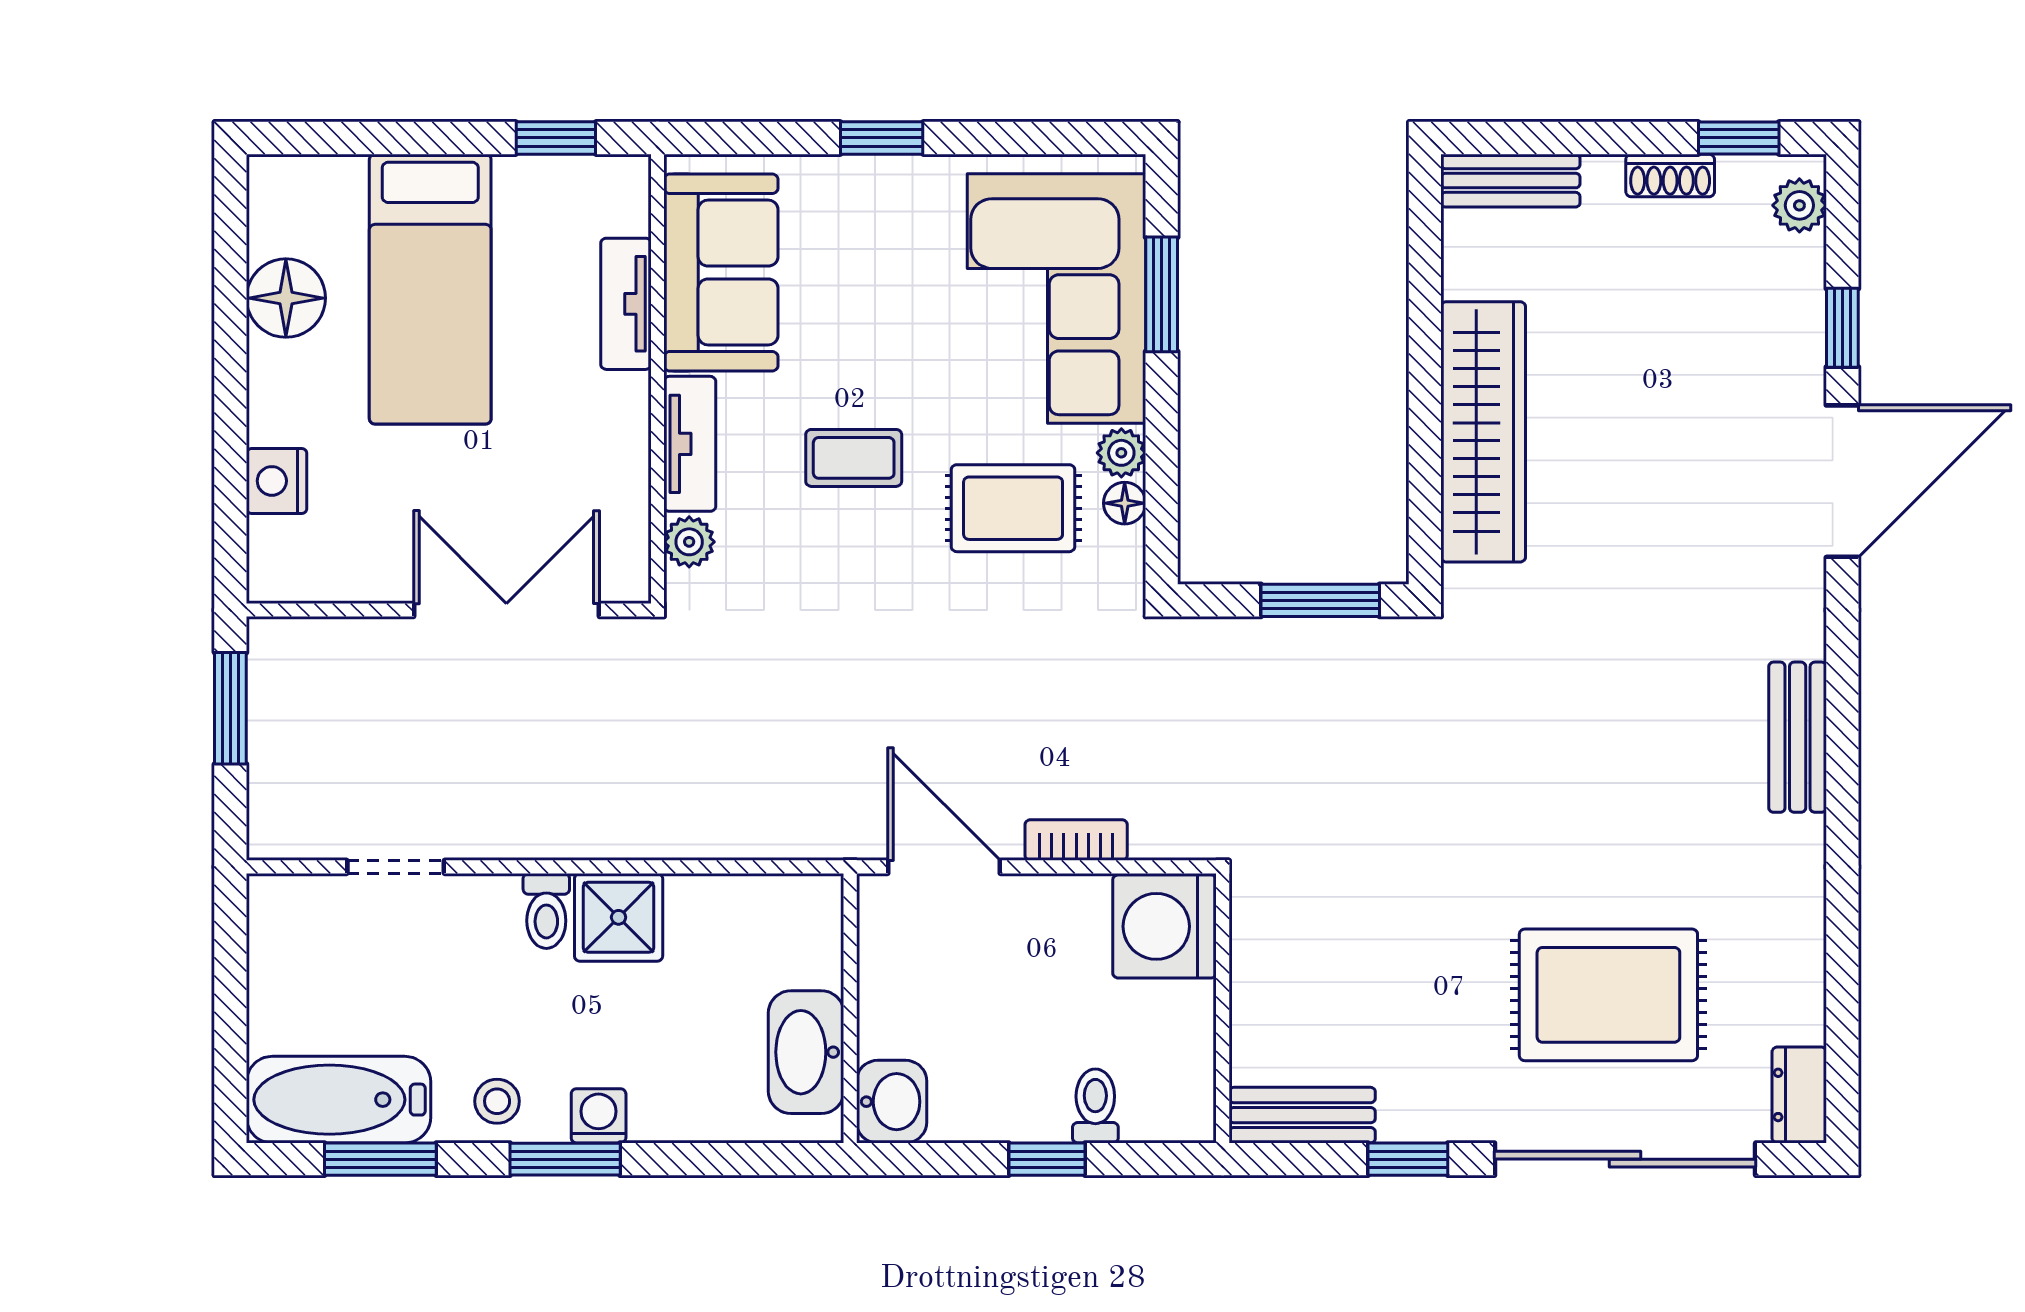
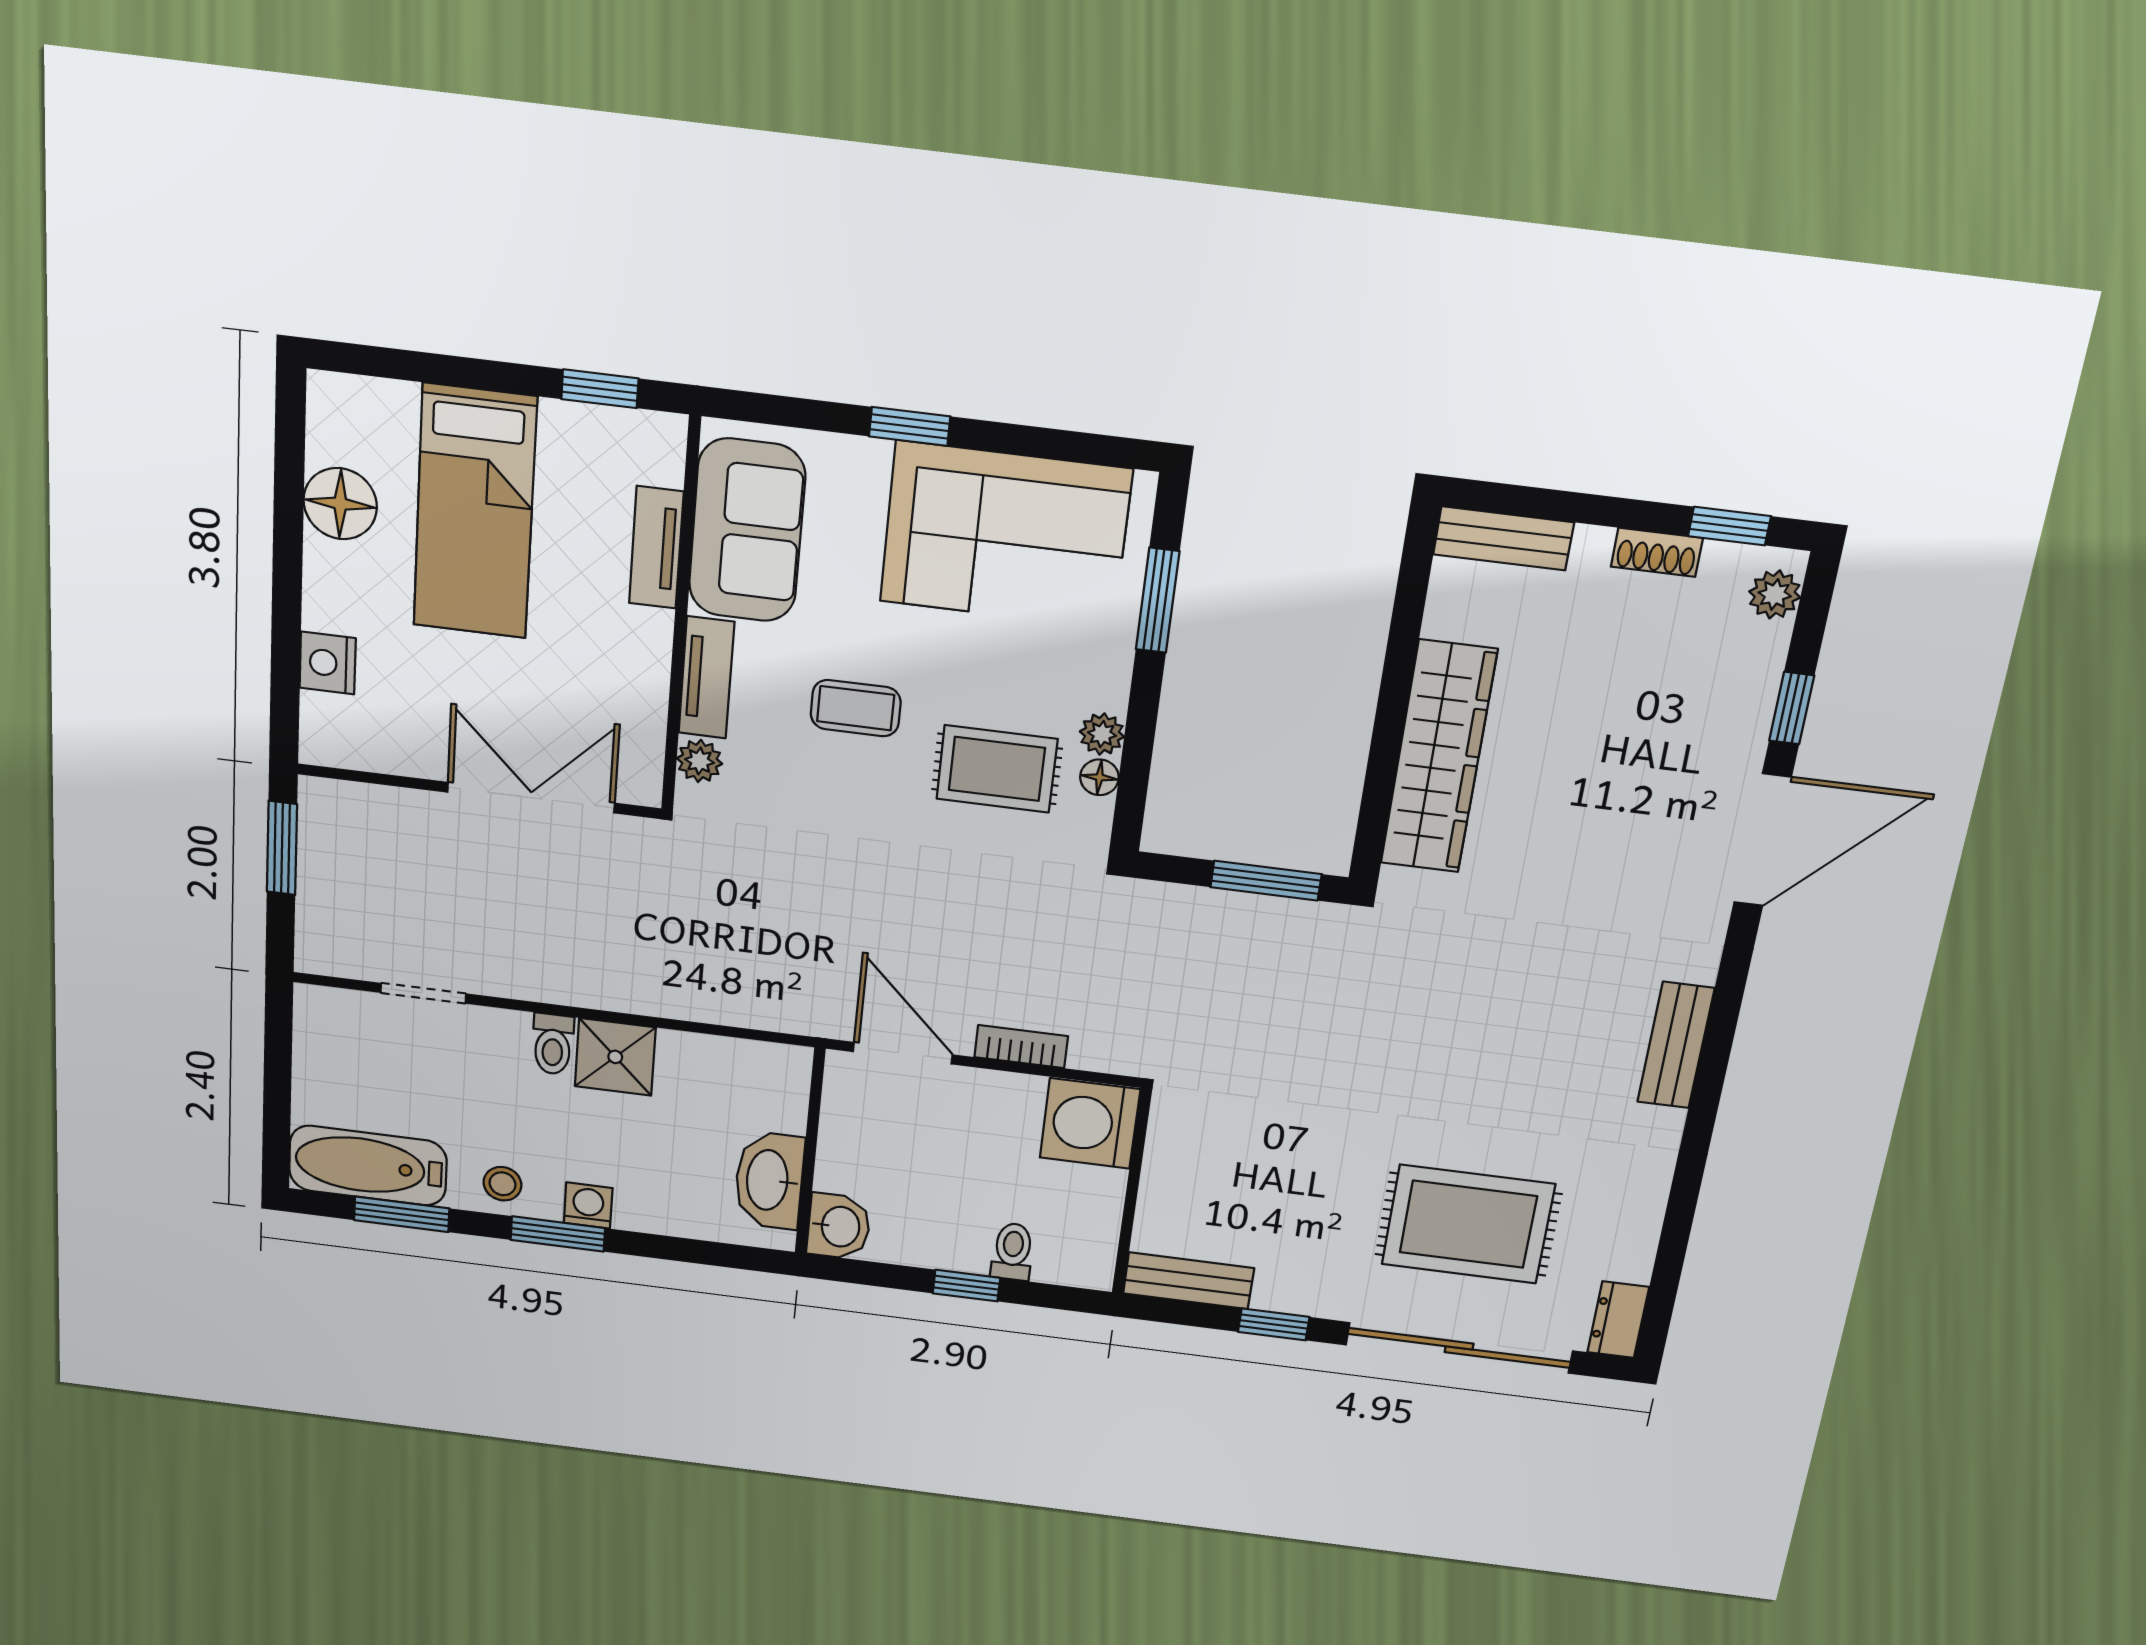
corner sofa: (1056, 299) -> (1005, 535), moved, turned -90

